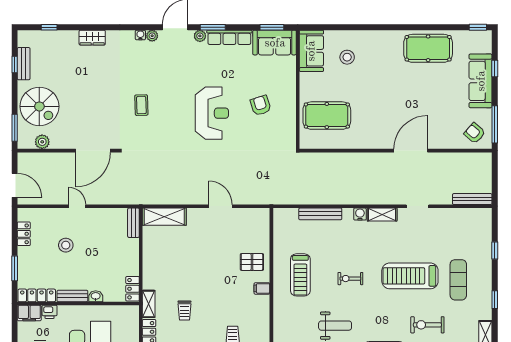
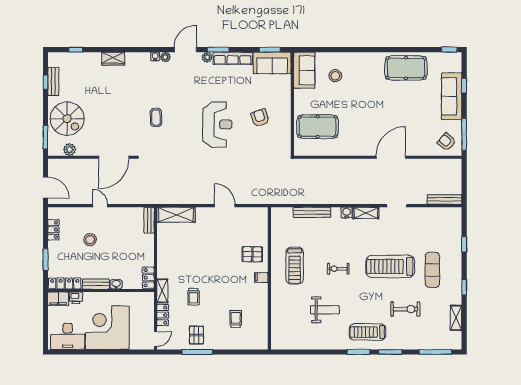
exercise bike: (427, 325) -> (405, 309), turned 180

